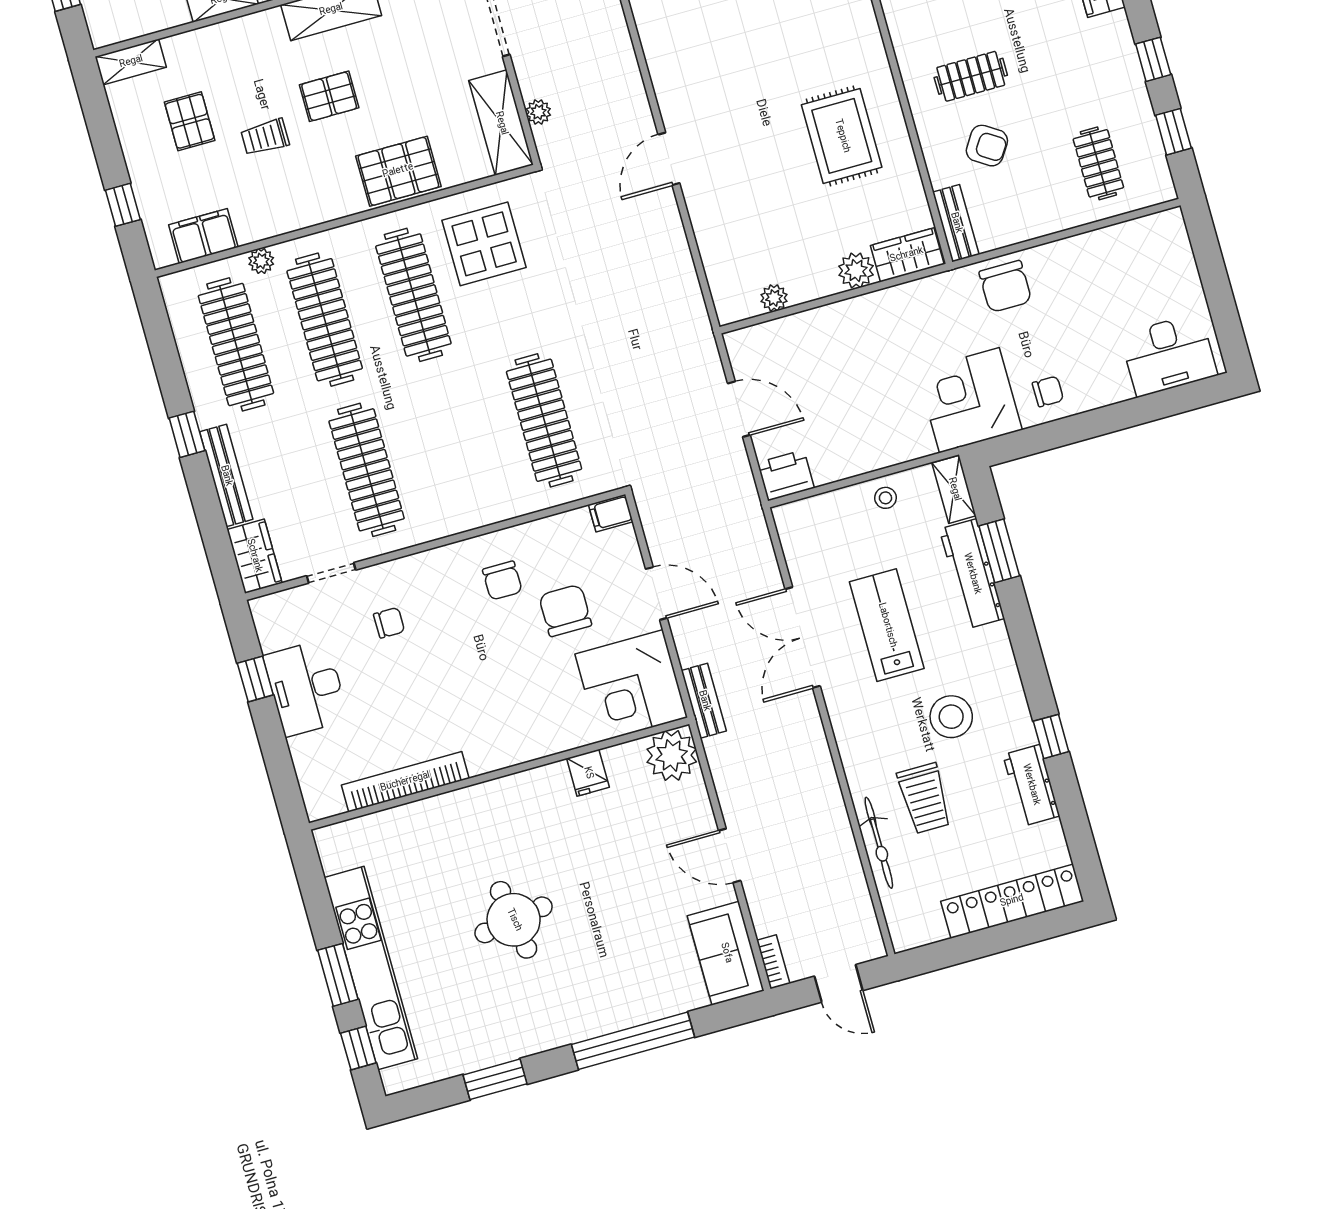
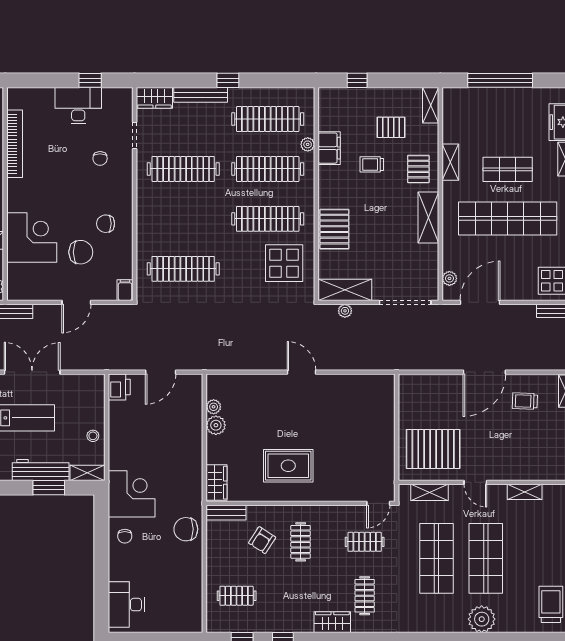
pallet: (329, 96) -> (418, 169), moved
trolley: (265, 137) -> (372, 164), turned -90
filing cabinet: (203, 236) -> (329, 148), moved
plant: (856, 270) -> (216, 425), moved
corner desk: (631, 686) -> (32, 238), moved, turned 90

